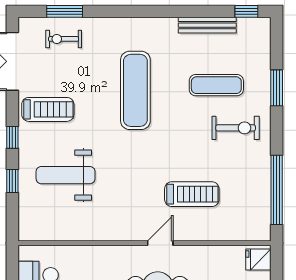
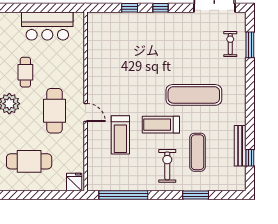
window: (246, 11) -> (250, 158), moved
treadmill: (48, 109) -> (161, 125), moved, turned 90
exercise bike: (236, 128) -> (167, 166), turned 180
weight bench: (66, 175) -> (134, 45), removed

